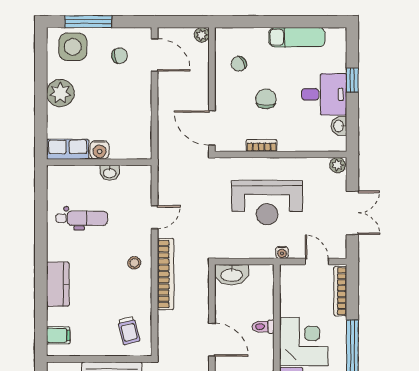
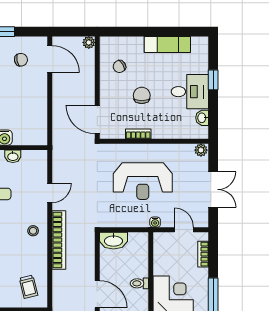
bookcase: (340, 291) -> (203, 254), width x0.64

